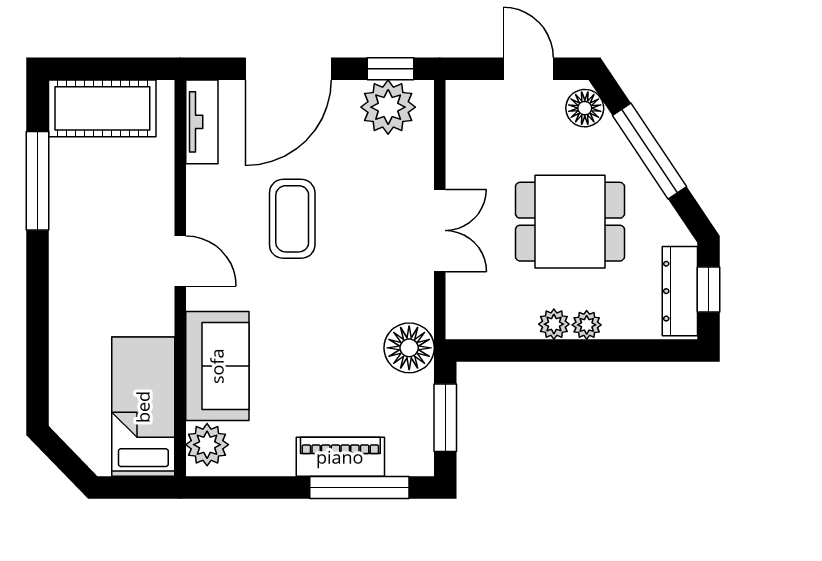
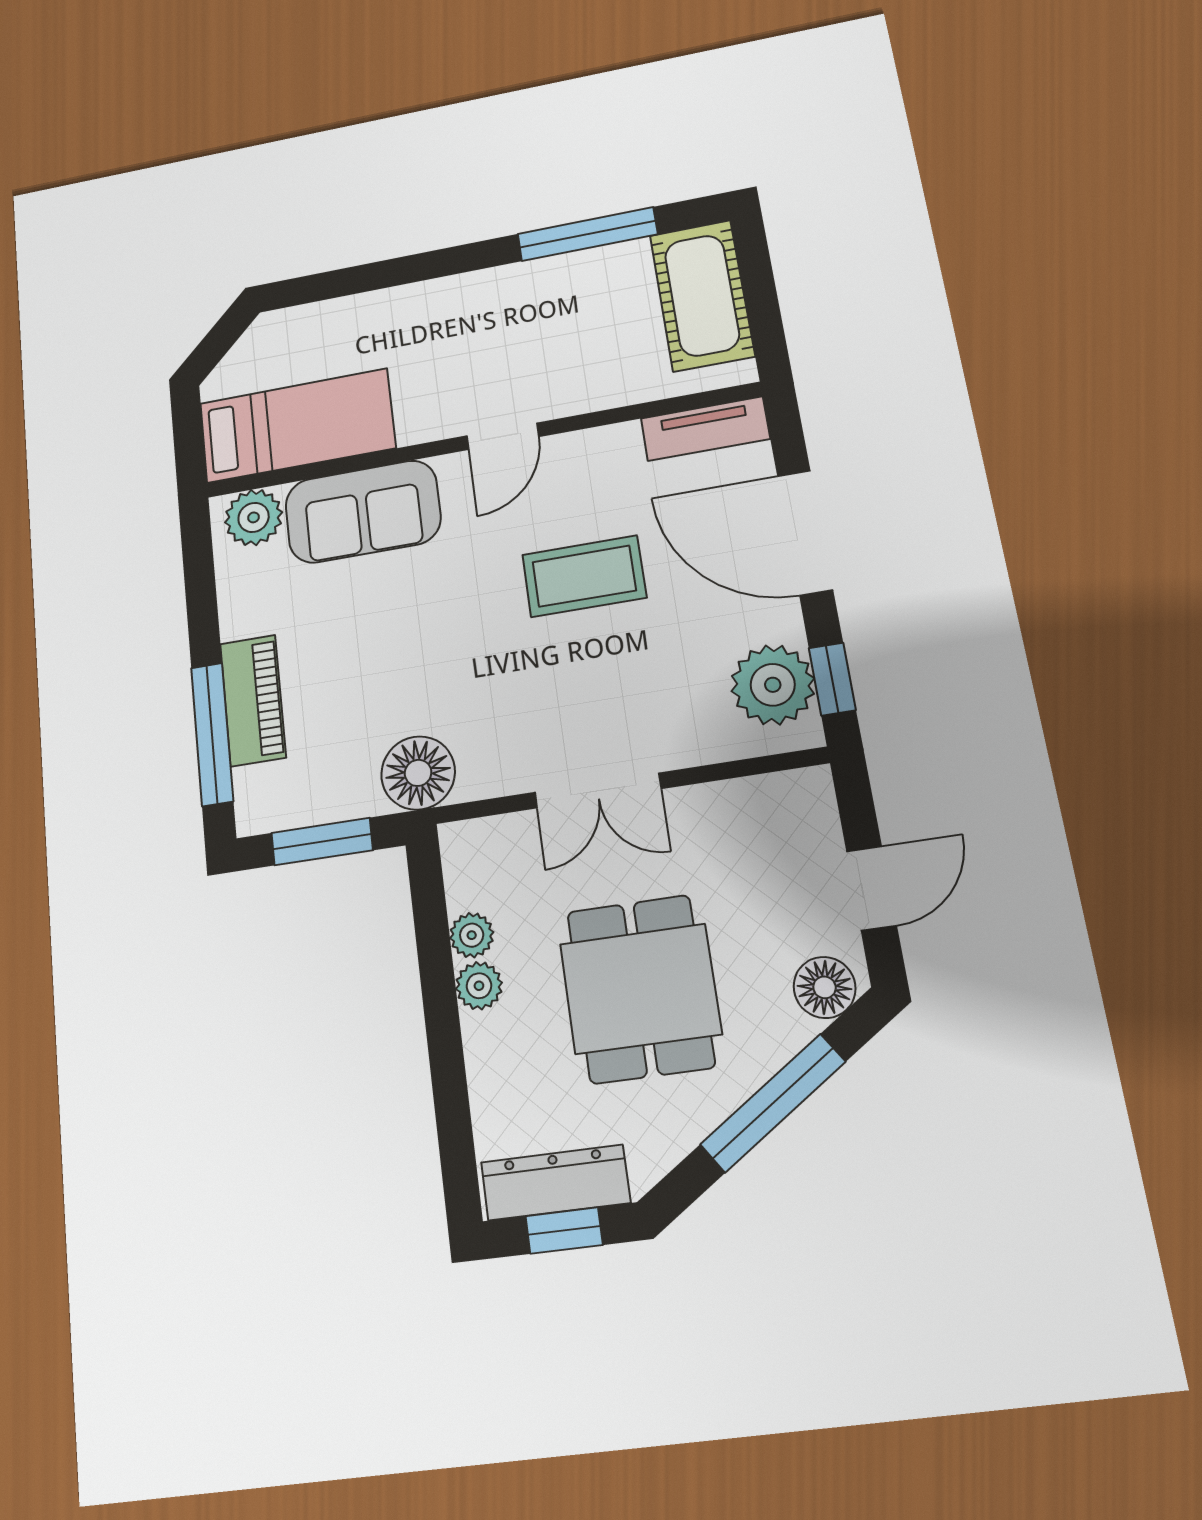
plant: (587, 325) -> (472, 935), moved

